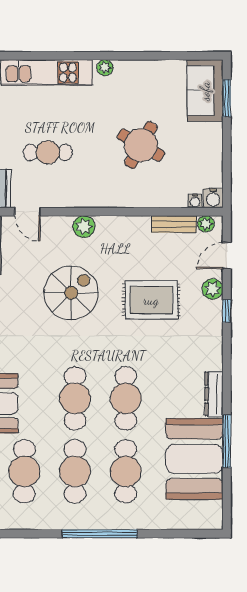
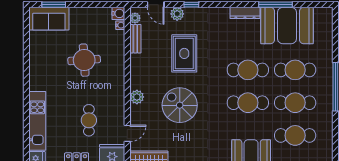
plant: (105, 68) -> (34, 83), removed
round table: (141, 145) -> (84, 60), turned -33

